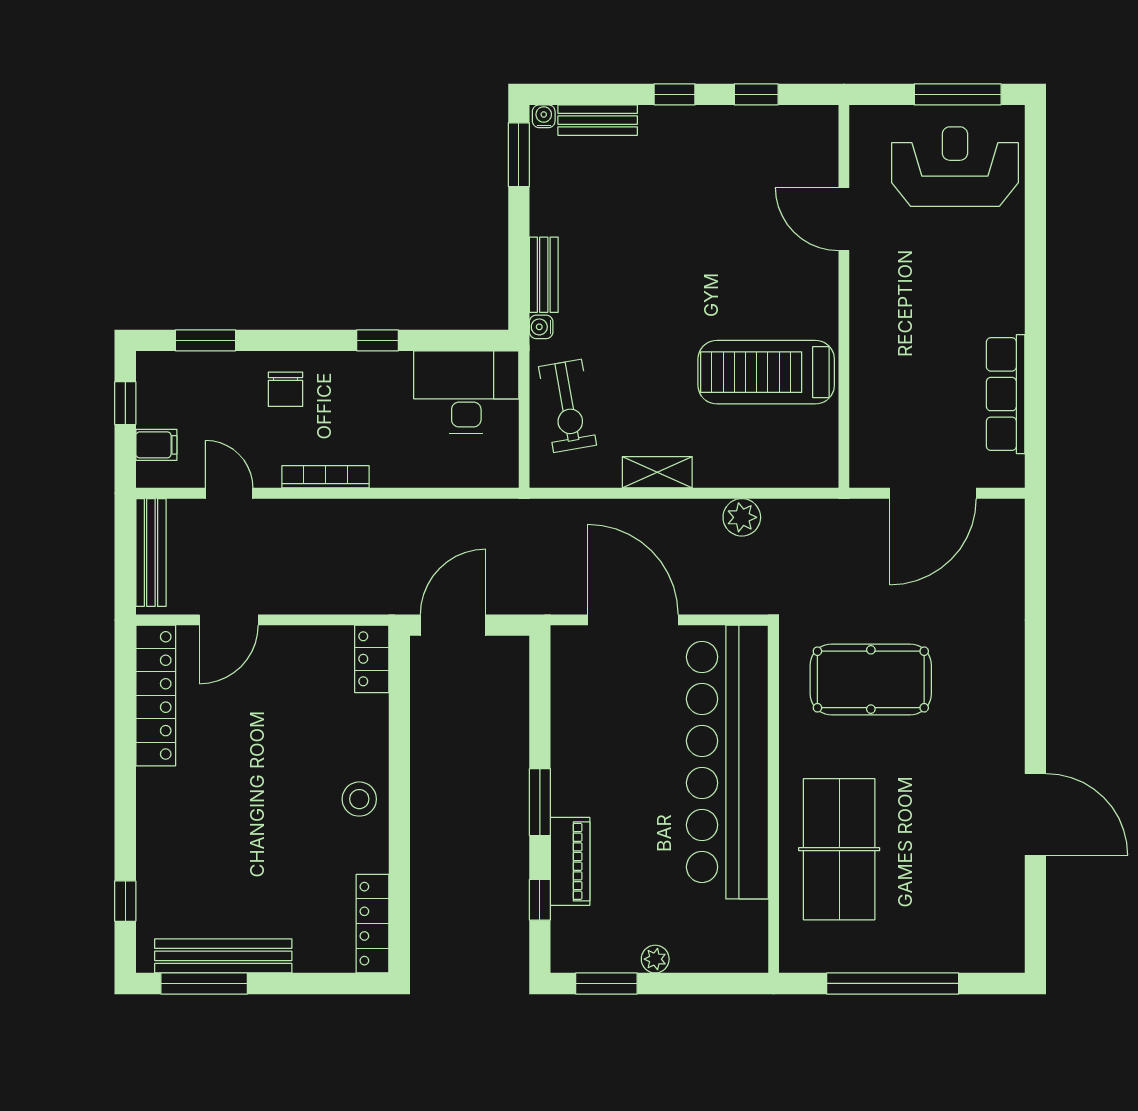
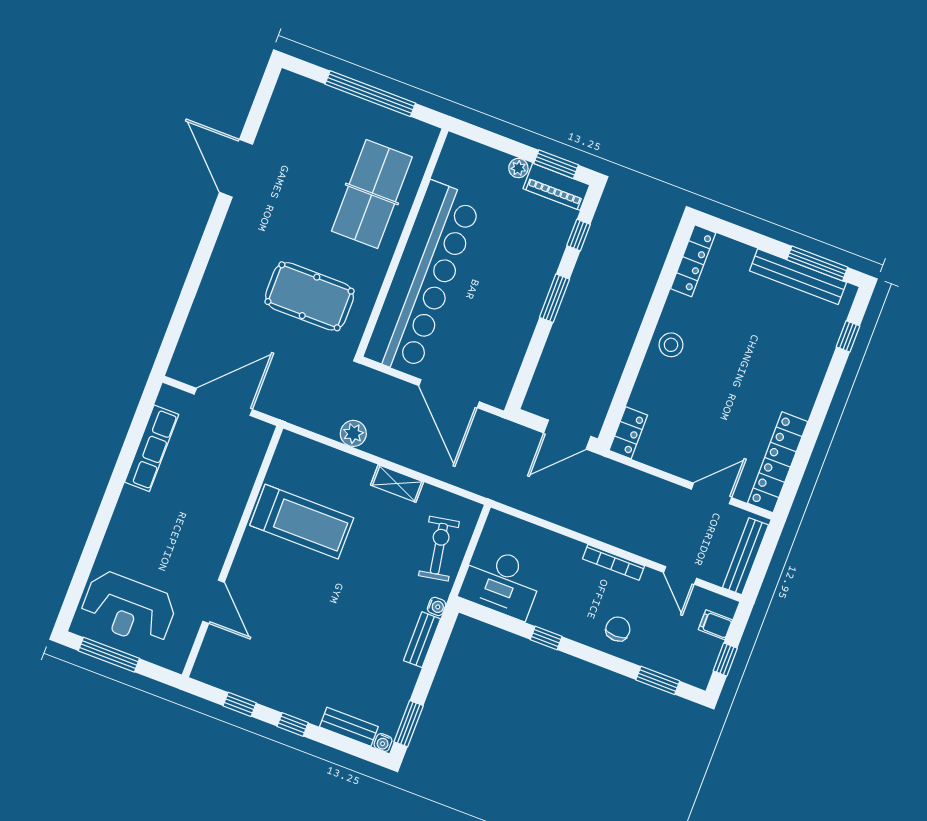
piano: (570, 861) -> (556, 187), moved, turned -90

